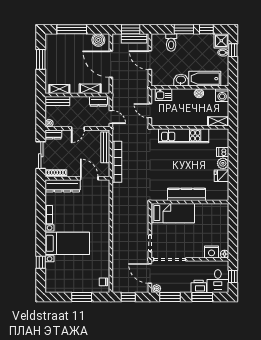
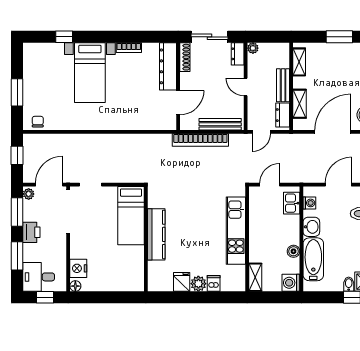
washing machine: (163, 82) -> (309, 203), added
bench: (57, 101) -> (283, 85), moved
printer: (199, 286) -> (31, 232), moved

